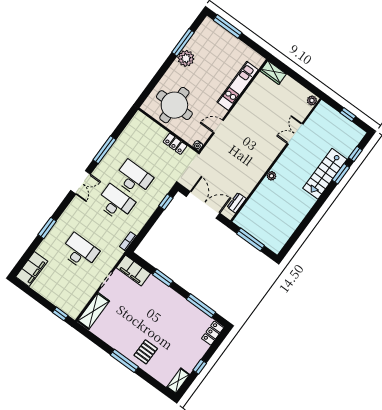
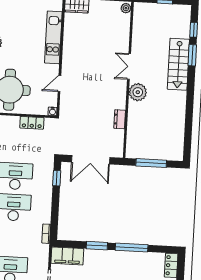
double door: (295, 134) -> (129, 66), moved
plant: (271, 176) -> (138, 92), width x1.88, depth x1.88
dresser: (237, 203) -> (120, 119), moved
double door: (203, 205) -> (91, 160), swing flipped
window: (201, 306) -> (132, 247), moved

